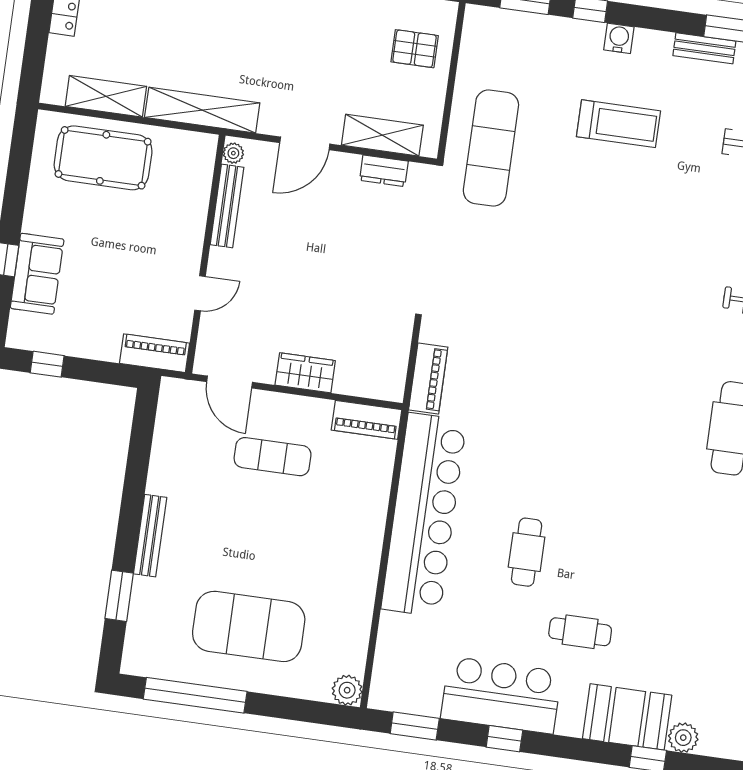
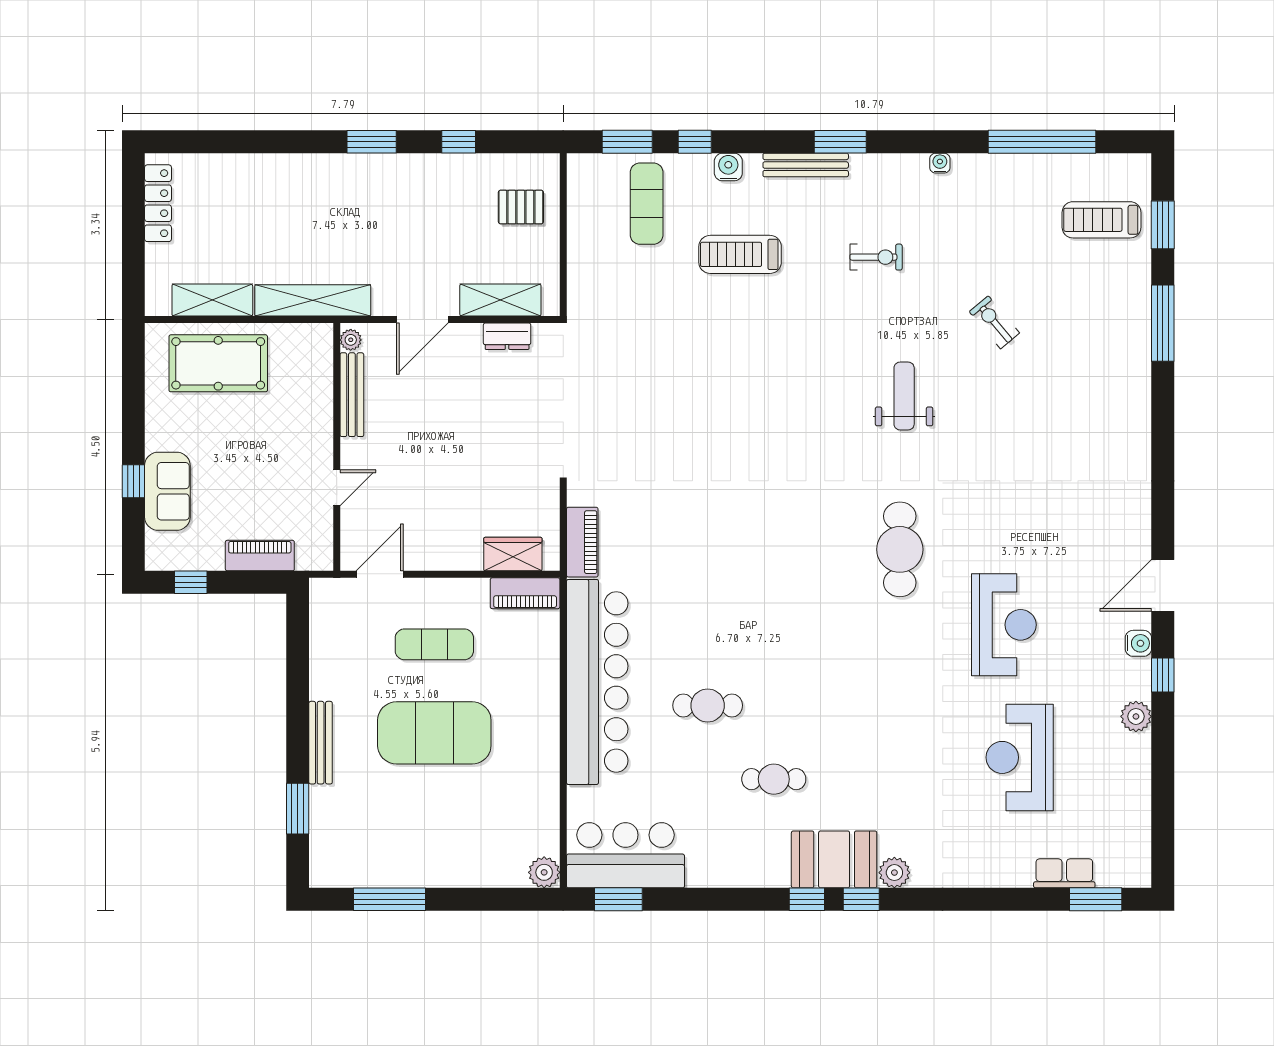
bench: (704, 48) -> (806, 165), width x1.36
treadmill: (618, 124) -> (740, 254), turned 180
exercise mat: (491, 148) -> (647, 204), moved, width x0.73, depth x0.69
piano: (155, 353) -> (260, 556), moved
wardrobe: (305, 373) -> (513, 554), moved
door: (230, 382) -> (380, 574), swing flipped
cafe table: (527, 552) -> (708, 705), turned 90
exercise mat: (249, 626) -> (434, 733), moved
window: (195, 695) -> (390, 899), width x0.68
bar counter: (501, 695) -> (625, 855), moved
window: (504, 739) -> (807, 899), moved

